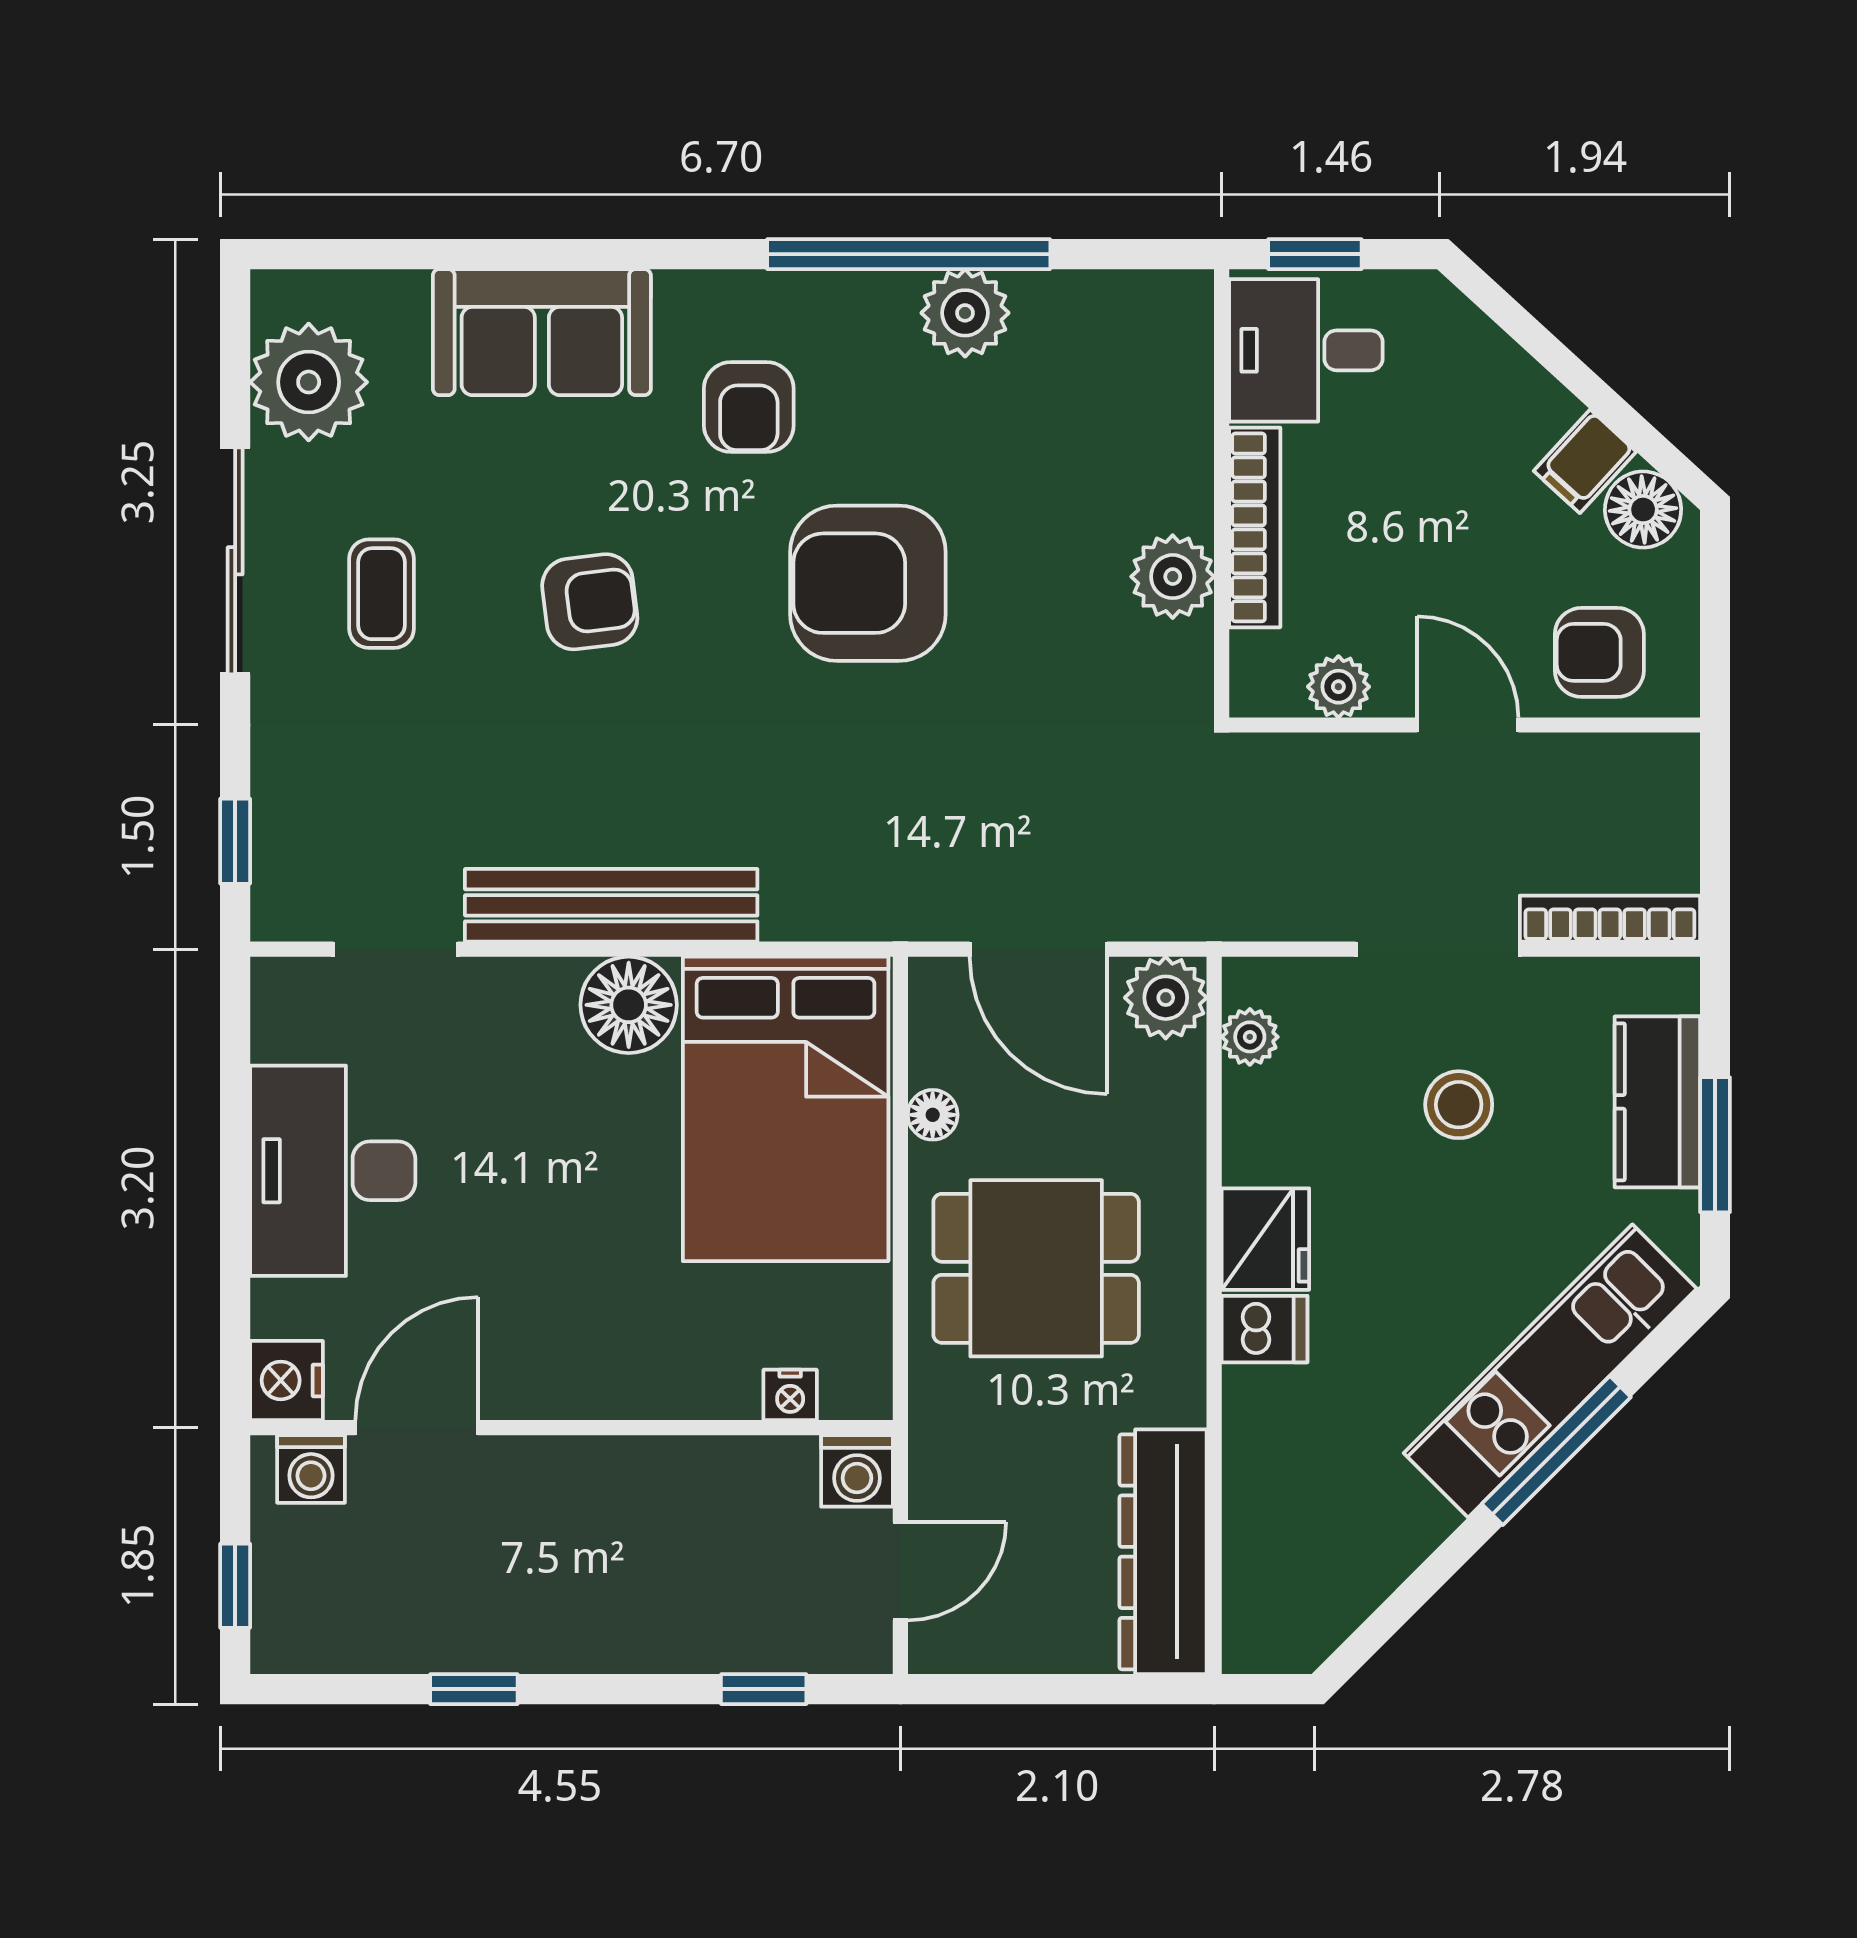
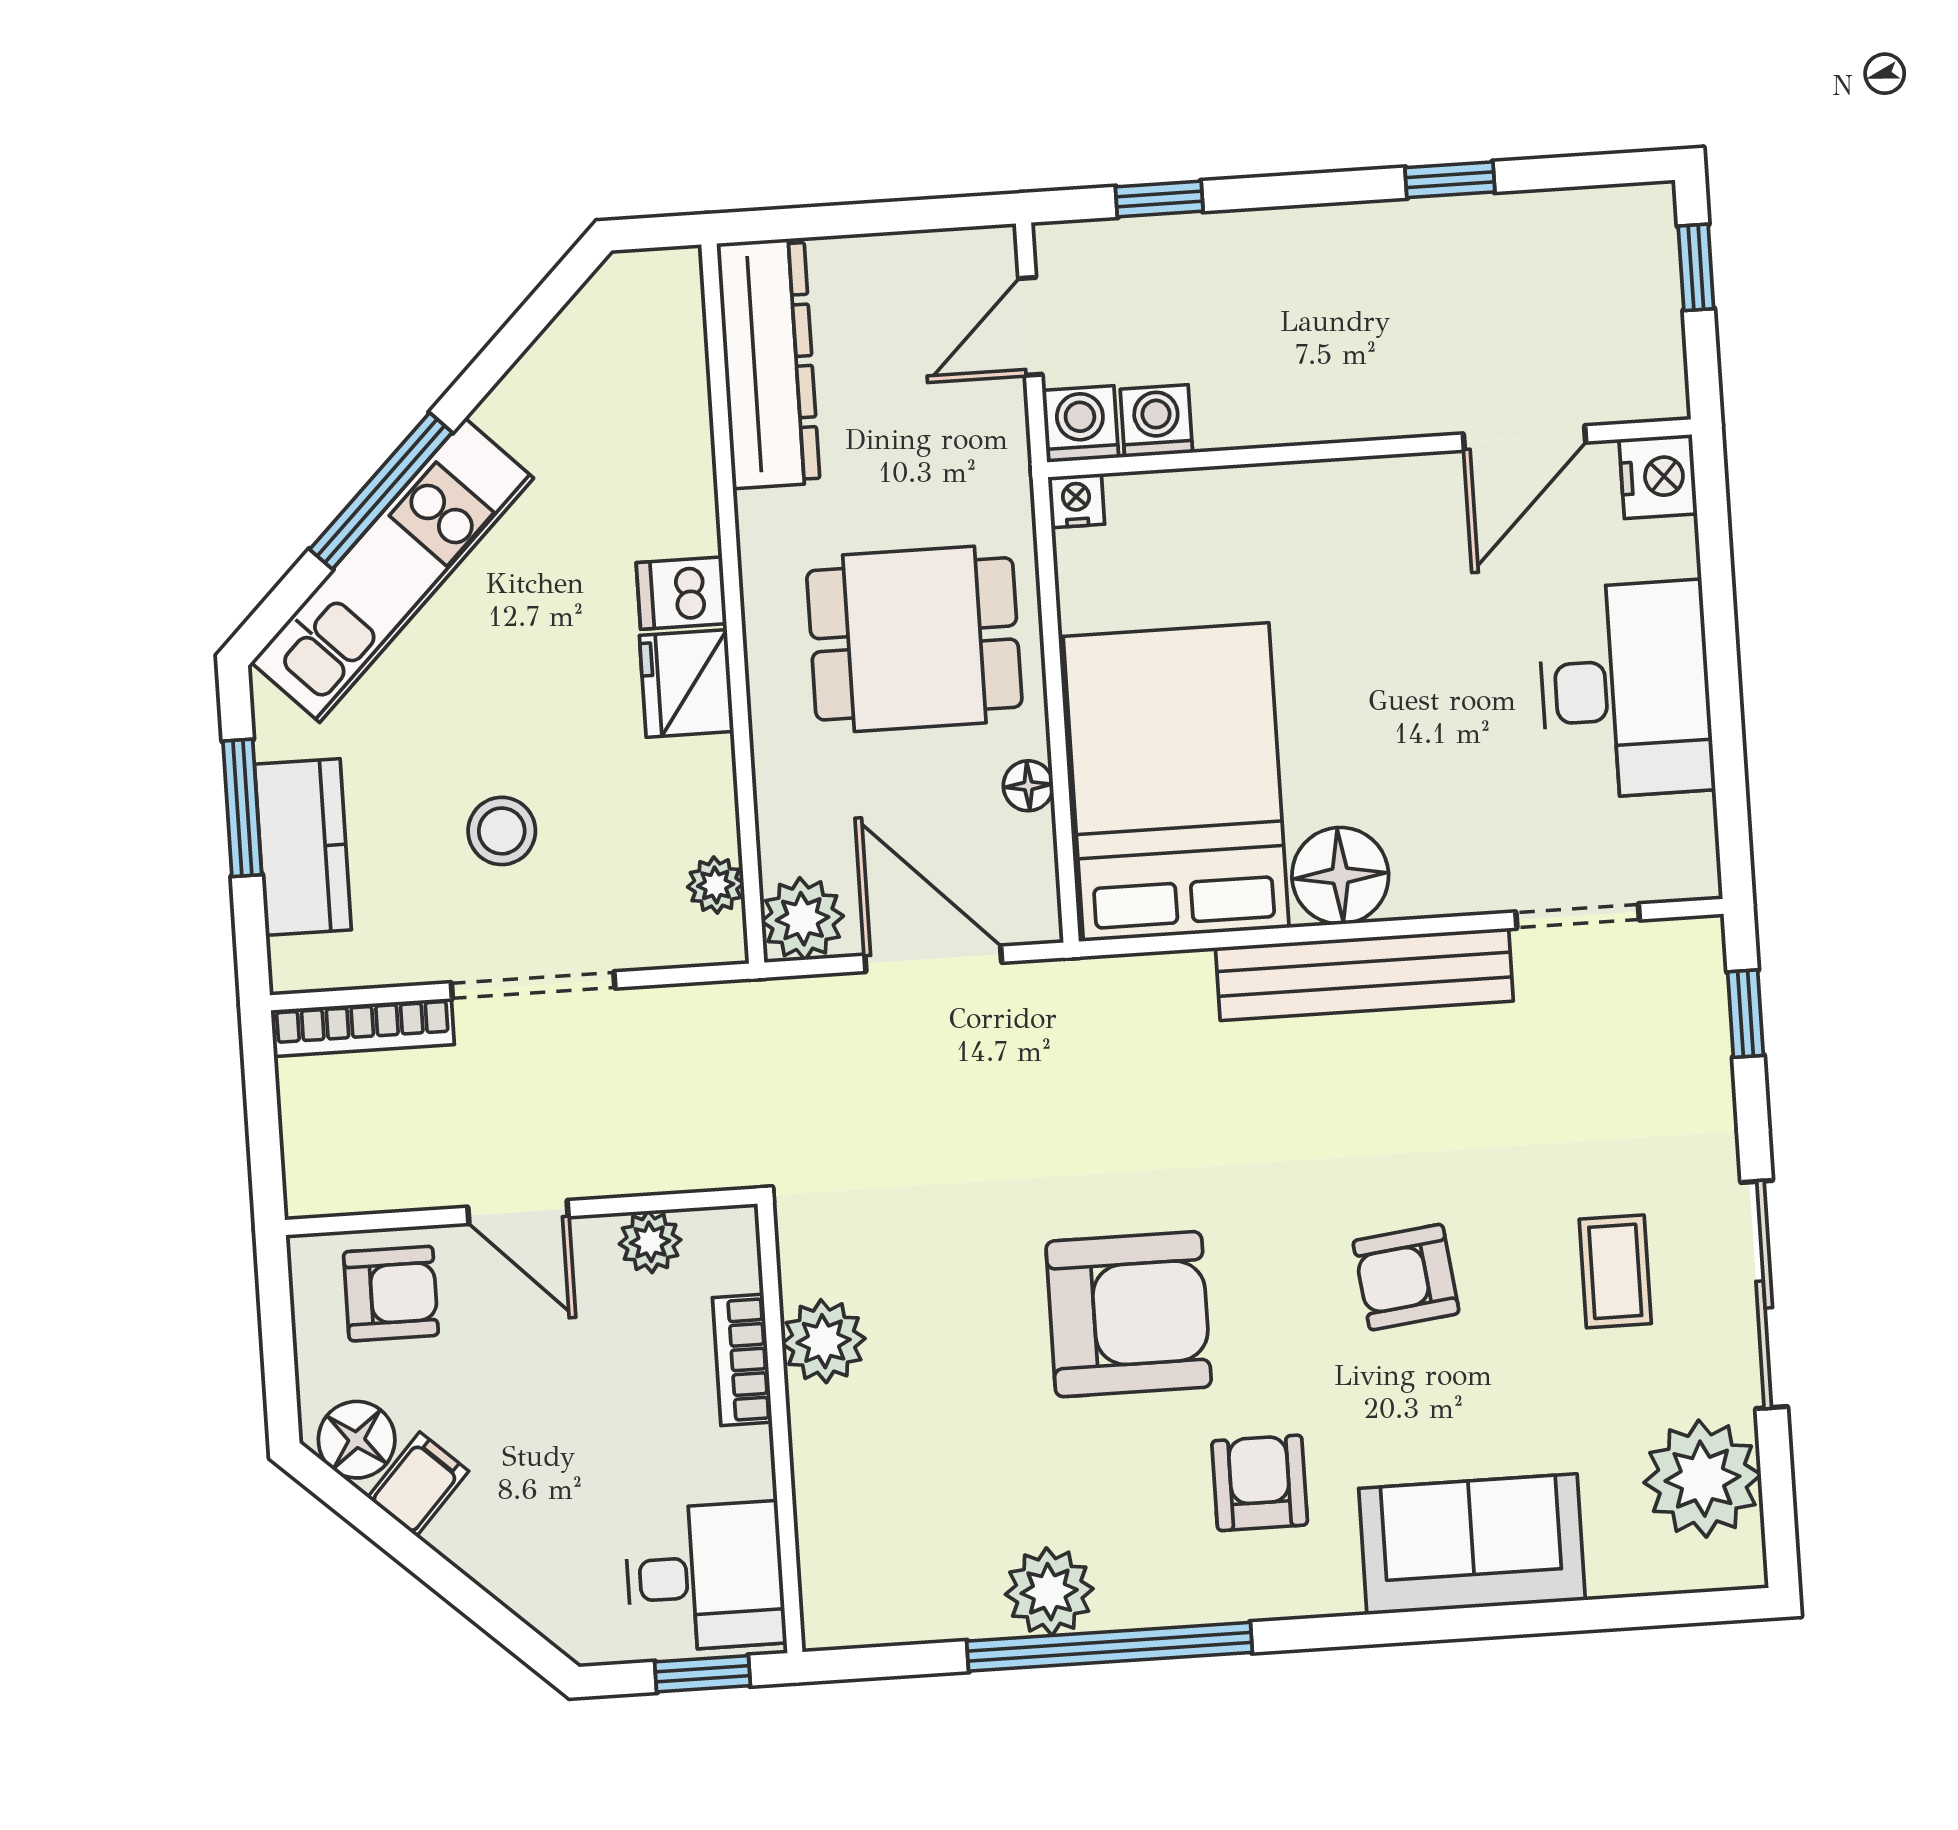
bookcase: (1255, 527) -> (742, 1360), width x0.64
nightstand: (790, 1395) -> (1076, 501), moved
washing machine: (311, 1469) -> (1156, 421), moved

